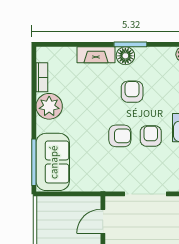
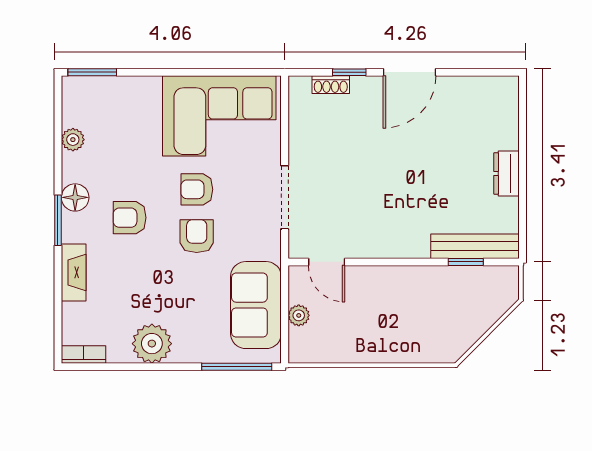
floor lamp: (125, 56) -> (75, 197), moved
bookcase: (42, 77) -> (83, 355), moved
sofa: (53, 162) -> (256, 305), moved, turned -90
plant: (68, 203) -> (299, 315), added

